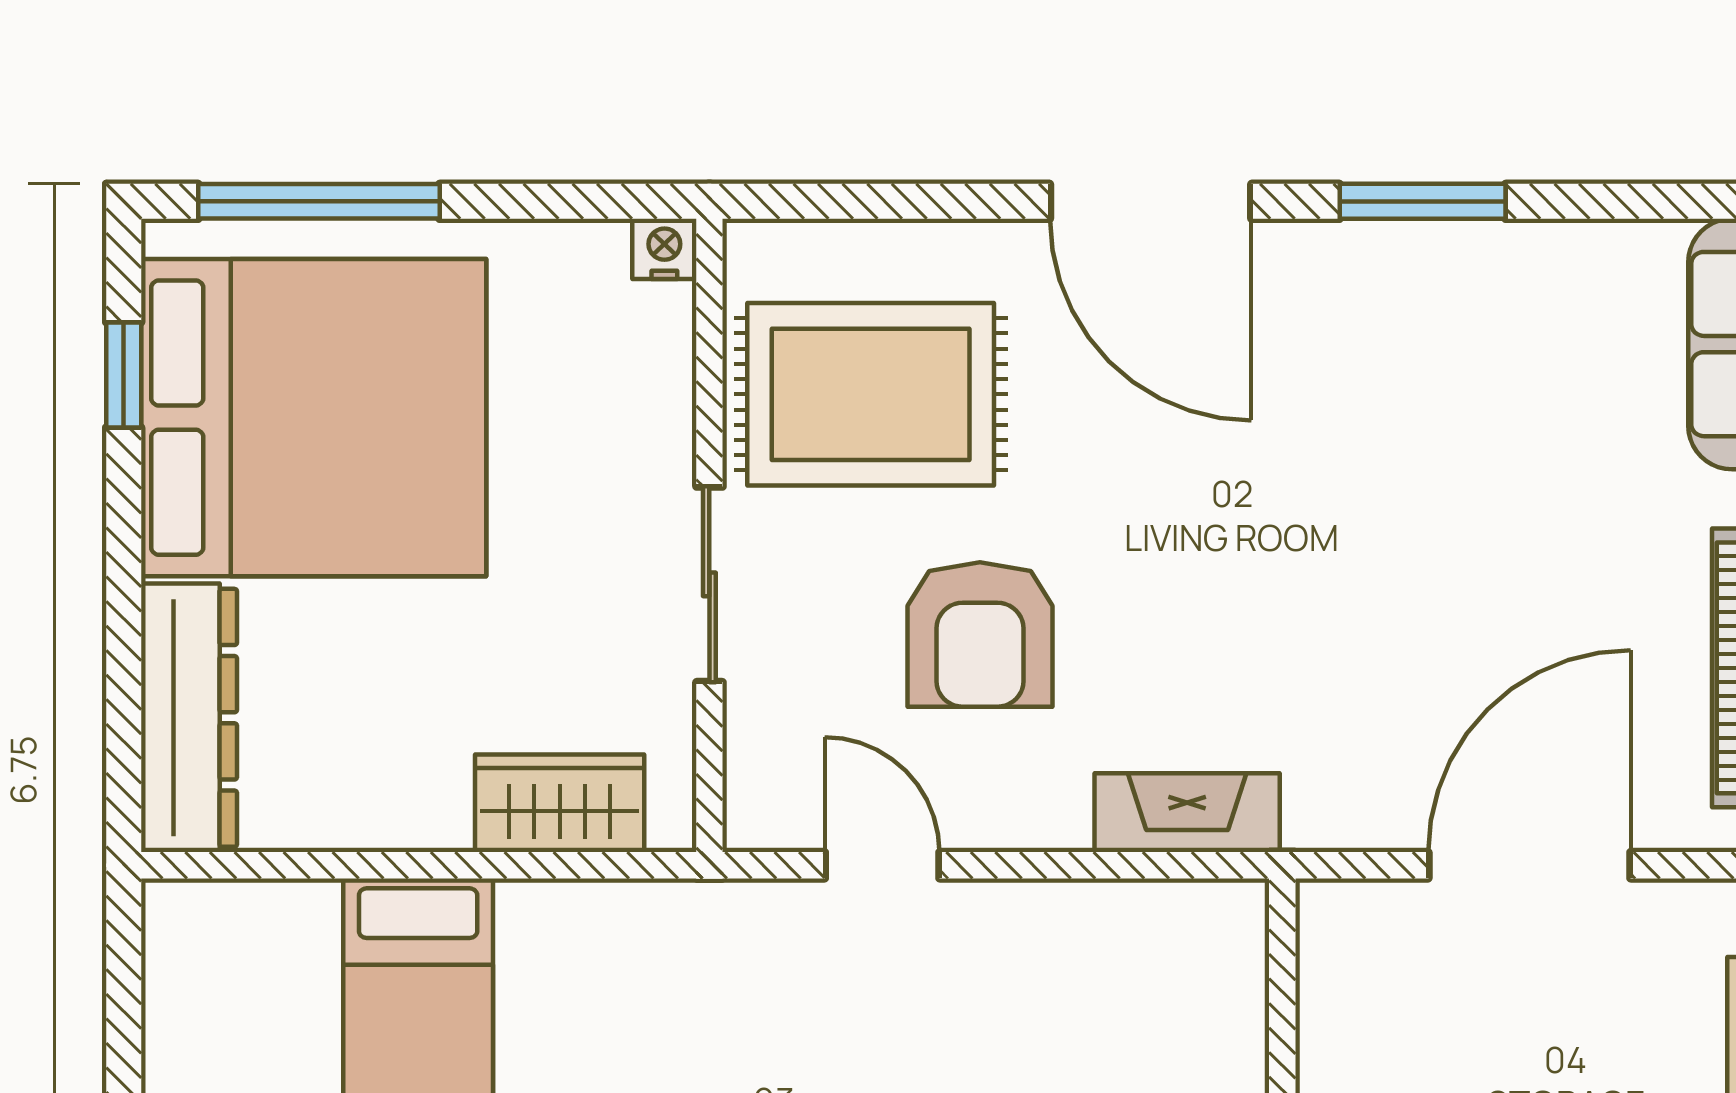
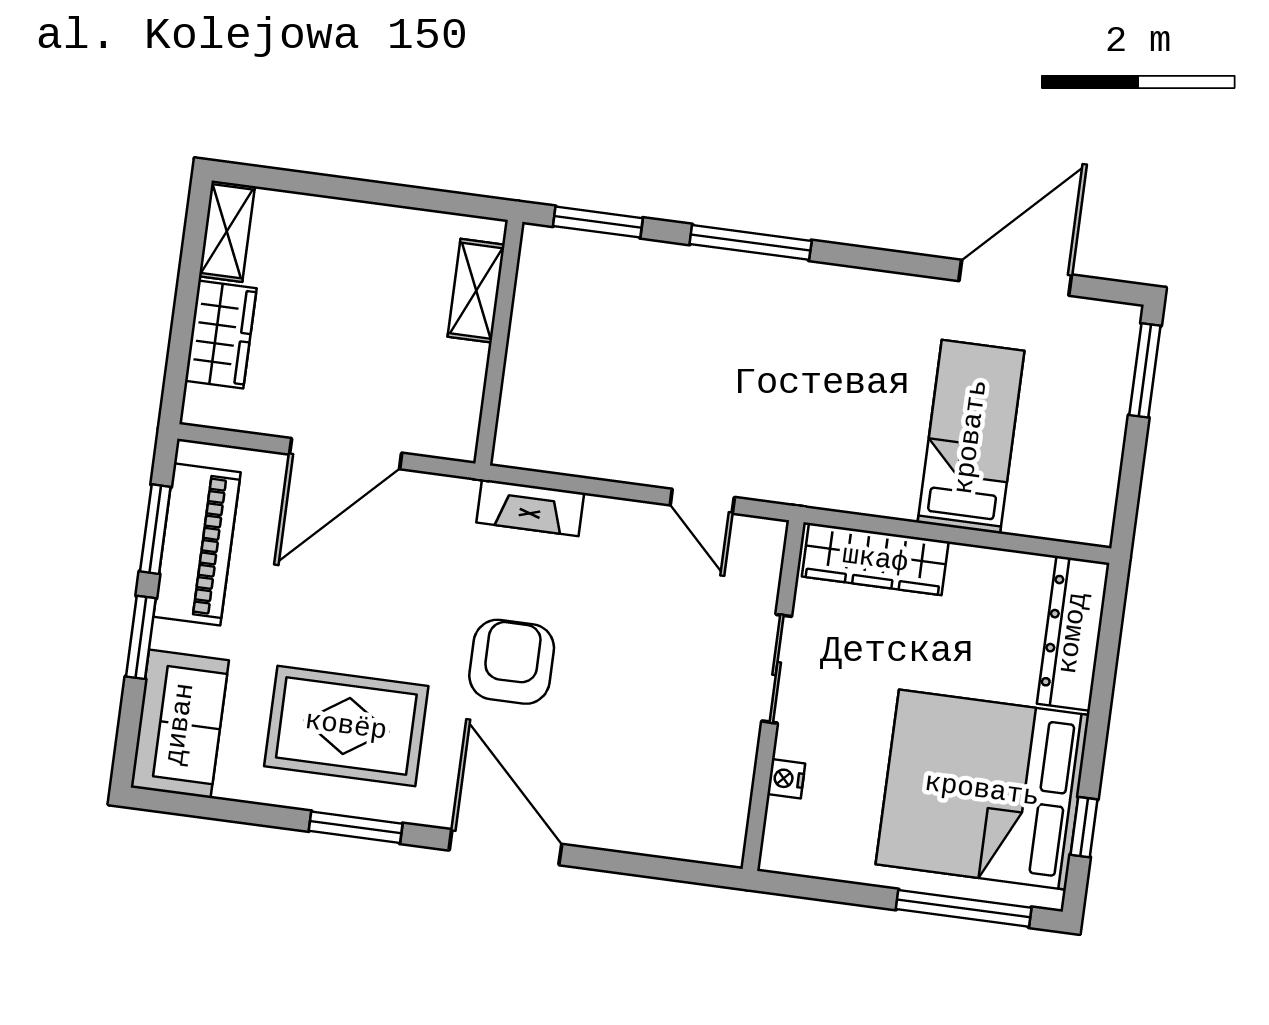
nightstand: (664, 249) -> (786, 779), moved, turned 90
rug: (871, 394) -> (346, 726), moved
armchair: (980, 634) -> (512, 662), moved
wardrobe: (560, 803) -> (875, 559), width x1.50

